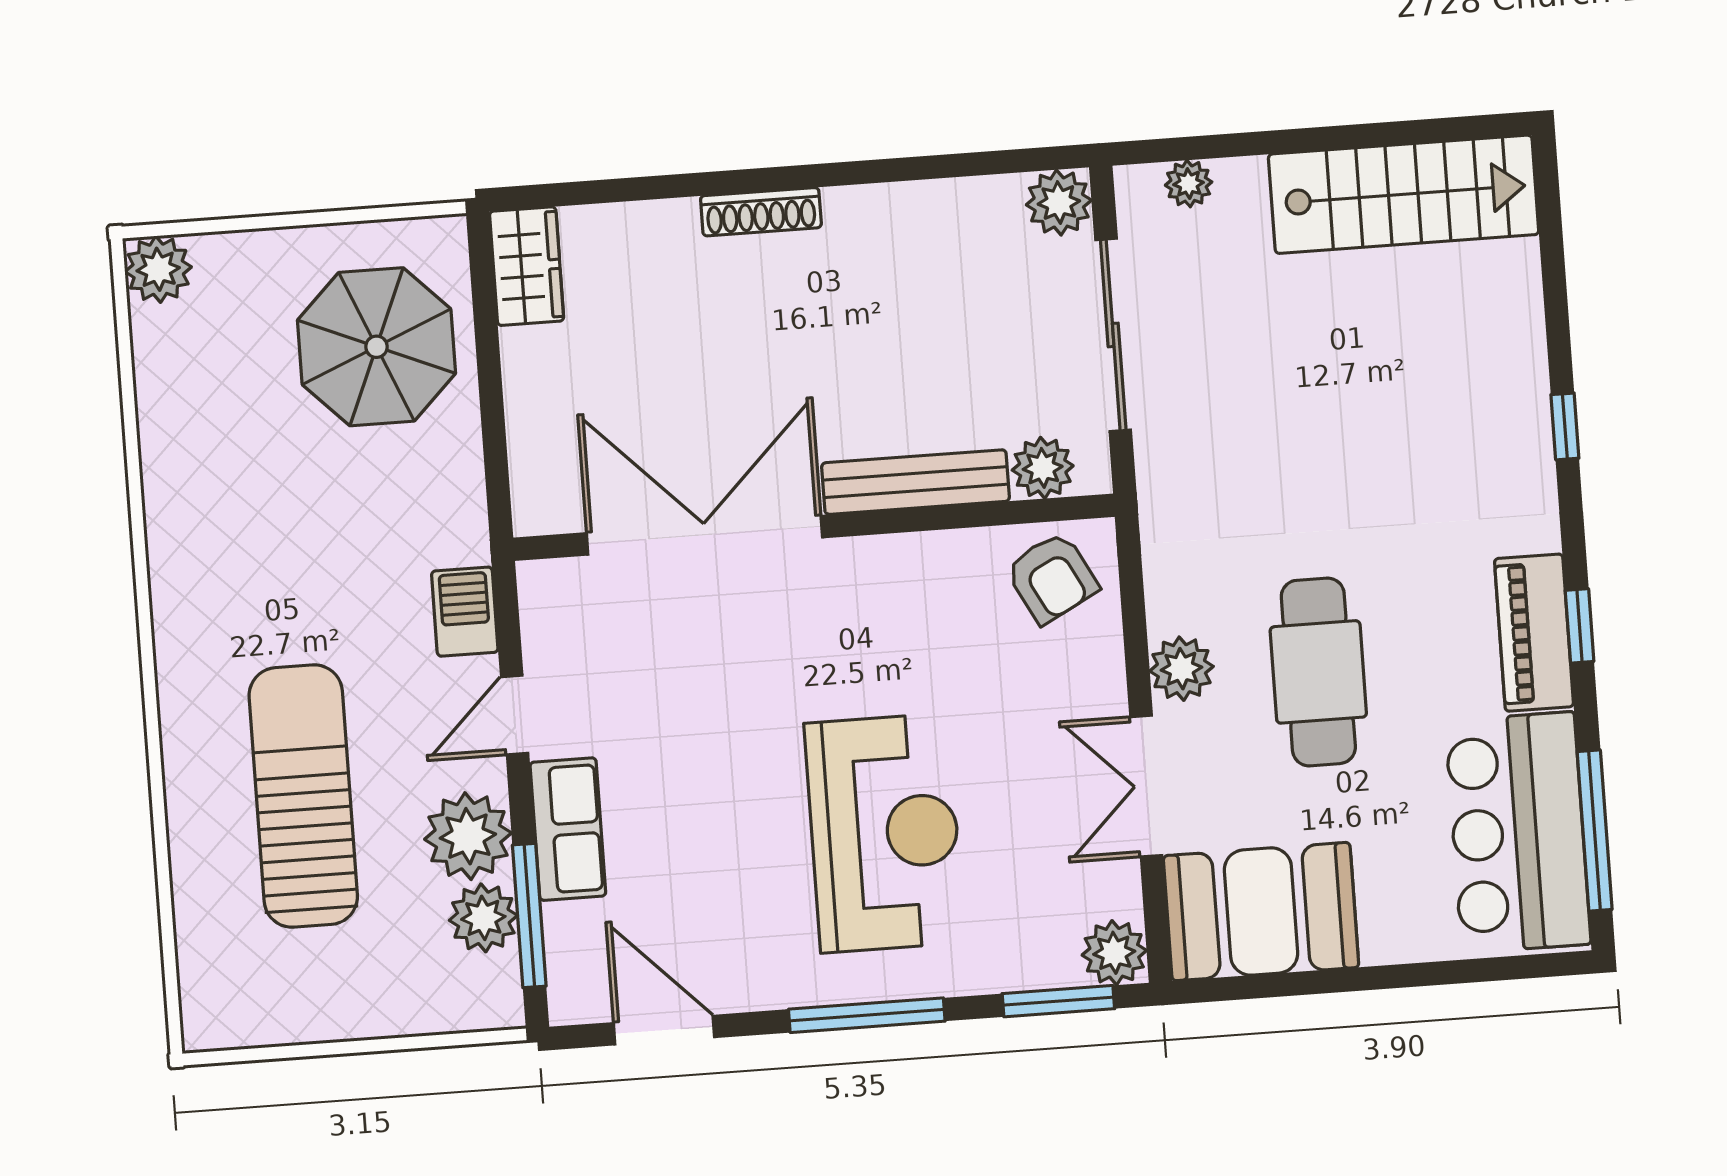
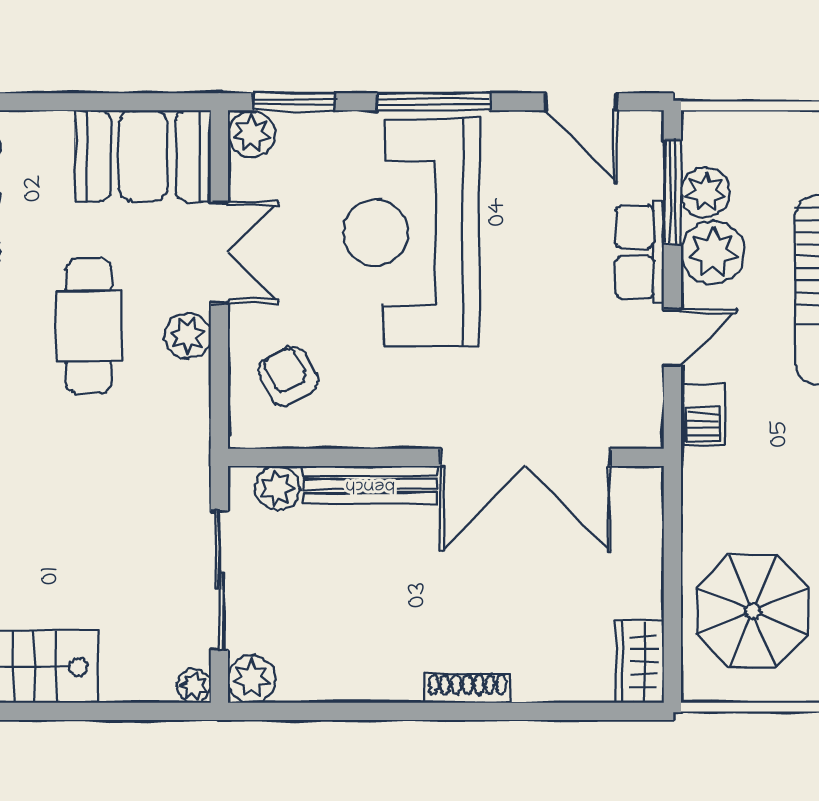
plant: (1189, 184) -> (194, 686), moved
armchair: (1052, 578) -> (288, 376), moved
reception desk: (884, 833) -> (411, 232), width x1.36, depth x1.30

